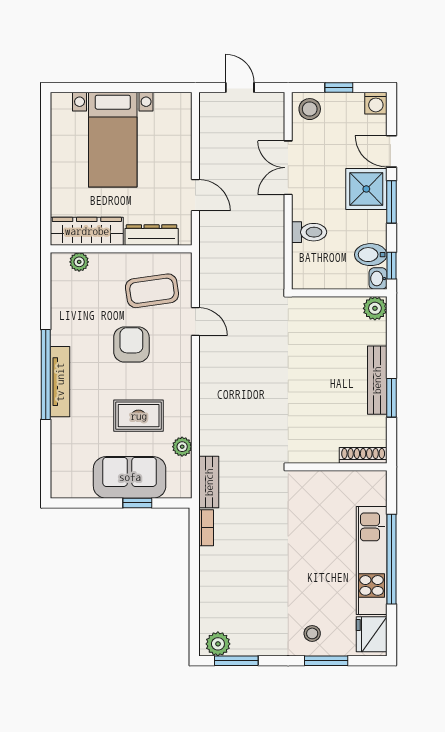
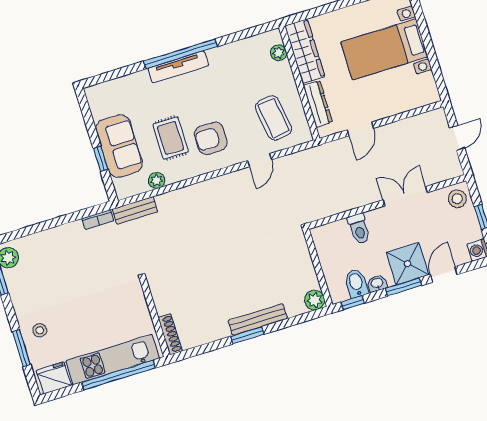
washbasin: (378, 279) -> (377, 283), moved
armchair: (131, 345) -> (211, 138), moved, turned 180
shoe rack: (363, 455) -> (170, 334), moved
wall: (339, 467) -> (155, 318), moved

